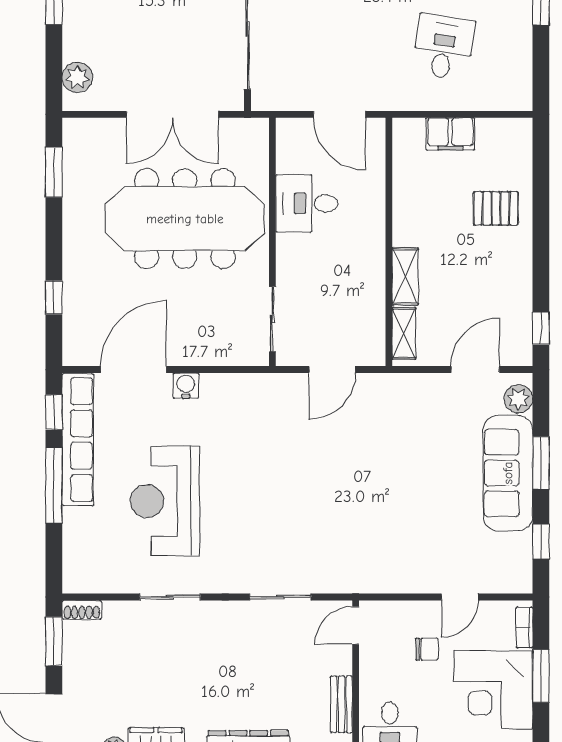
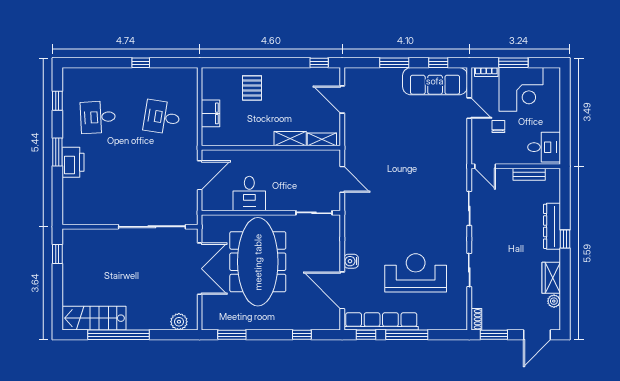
plant: (518, 399) -> (358, 75), removed
sofa: (508, 473) -> (435, 81), moved
reception desk: (165, 501) -> (416, 273), turned 180

